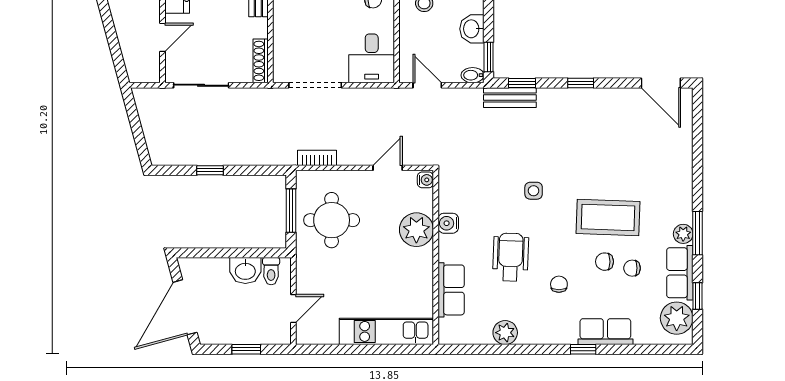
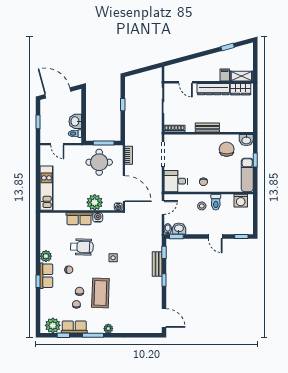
washbasin: (472, 29) -> (179, 229), moved
door: (661, 83) -> (164, 318), swing flipped
bench: (510, 98) -> (157, 264), moved
door: (388, 168) -> (124, 189), width x1.87
plant: (683, 234) -> (108, 329), moved
row of seats: (451, 290) -> (79, 219), moved
row of seats: (605, 332) -> (46, 276), moved
plant: (505, 333) -> (46, 256), moved

